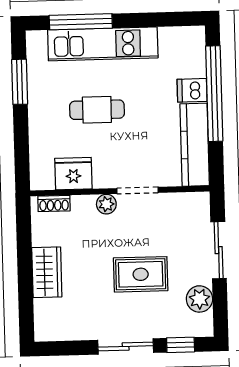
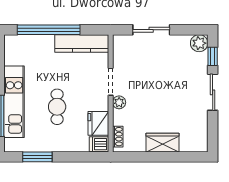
dishwasher: (192, 90) -> (99, 144), moved, turned 90
rug: (141, 274) -> (166, 81), removed
plant: (199, 299) -> (199, 43), moved

